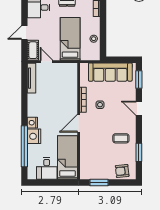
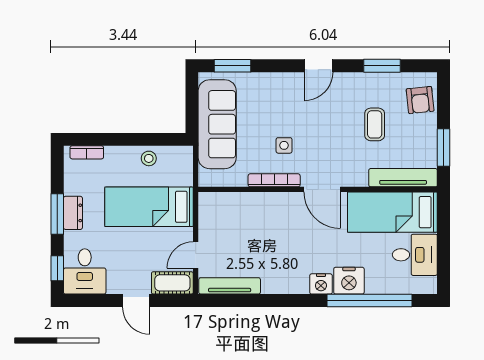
door: (139, 108) -> (318, 66), moved
coffee table: (121, 138) -> (375, 124), moved
tv unit: (84, 163) -> (403, 178), added

